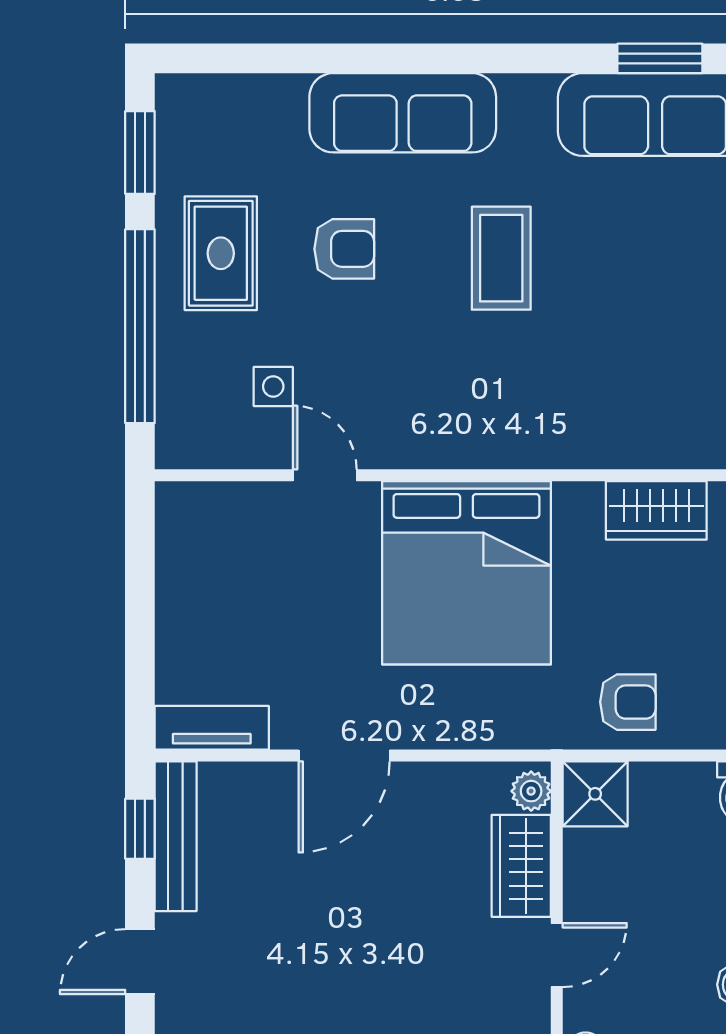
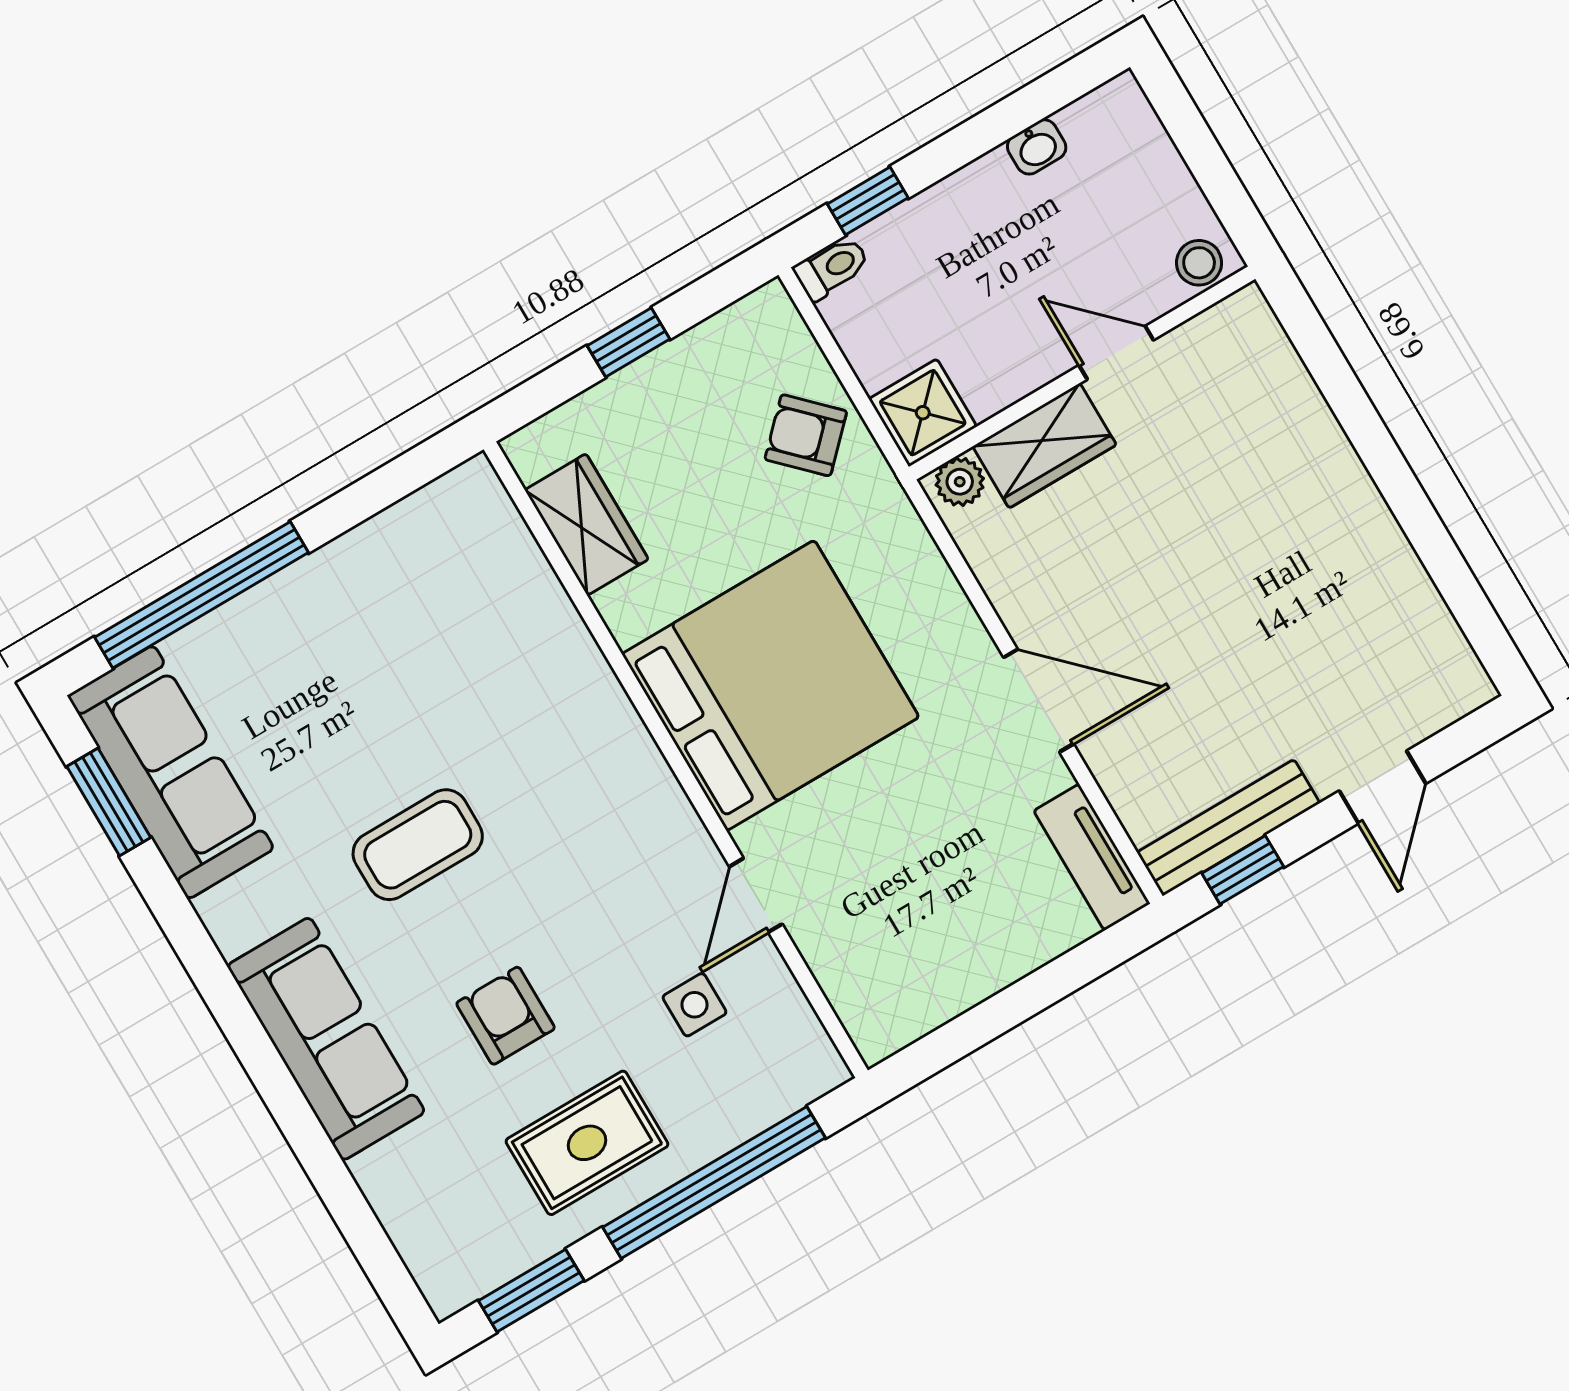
armchair: (628, 702) -> (806, 435), turned -45
door: (140, 962) -> (1383, 787), hinge flipped

